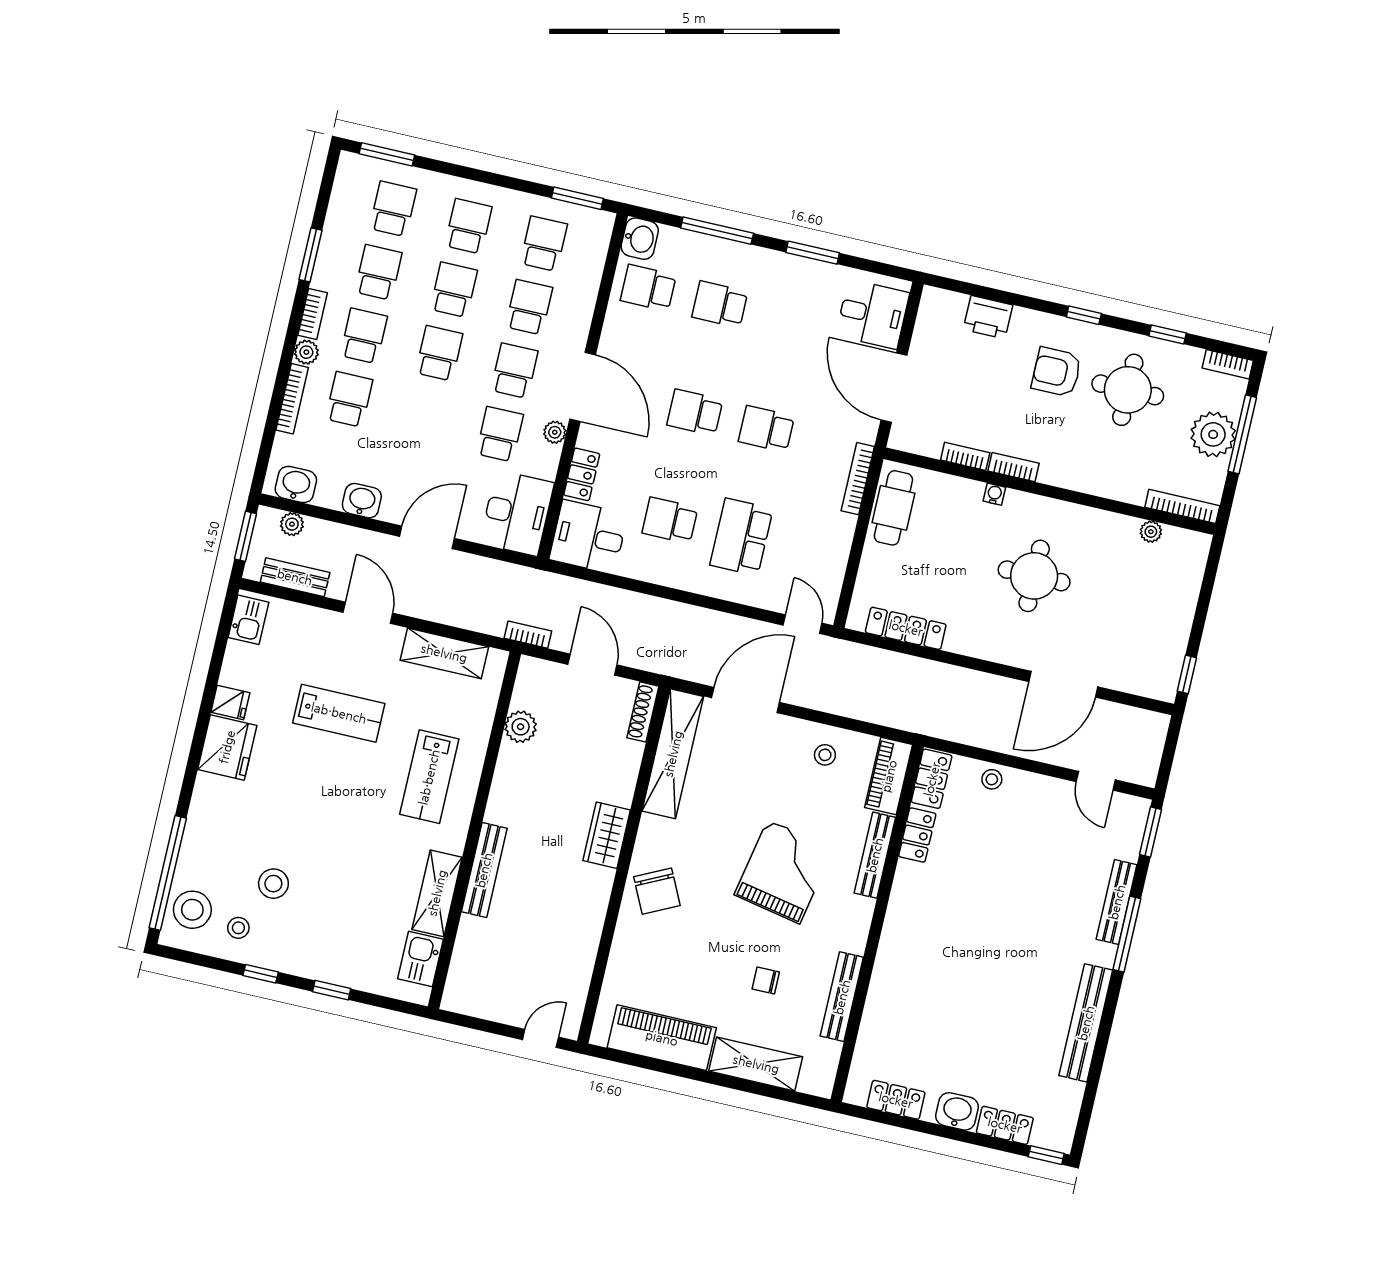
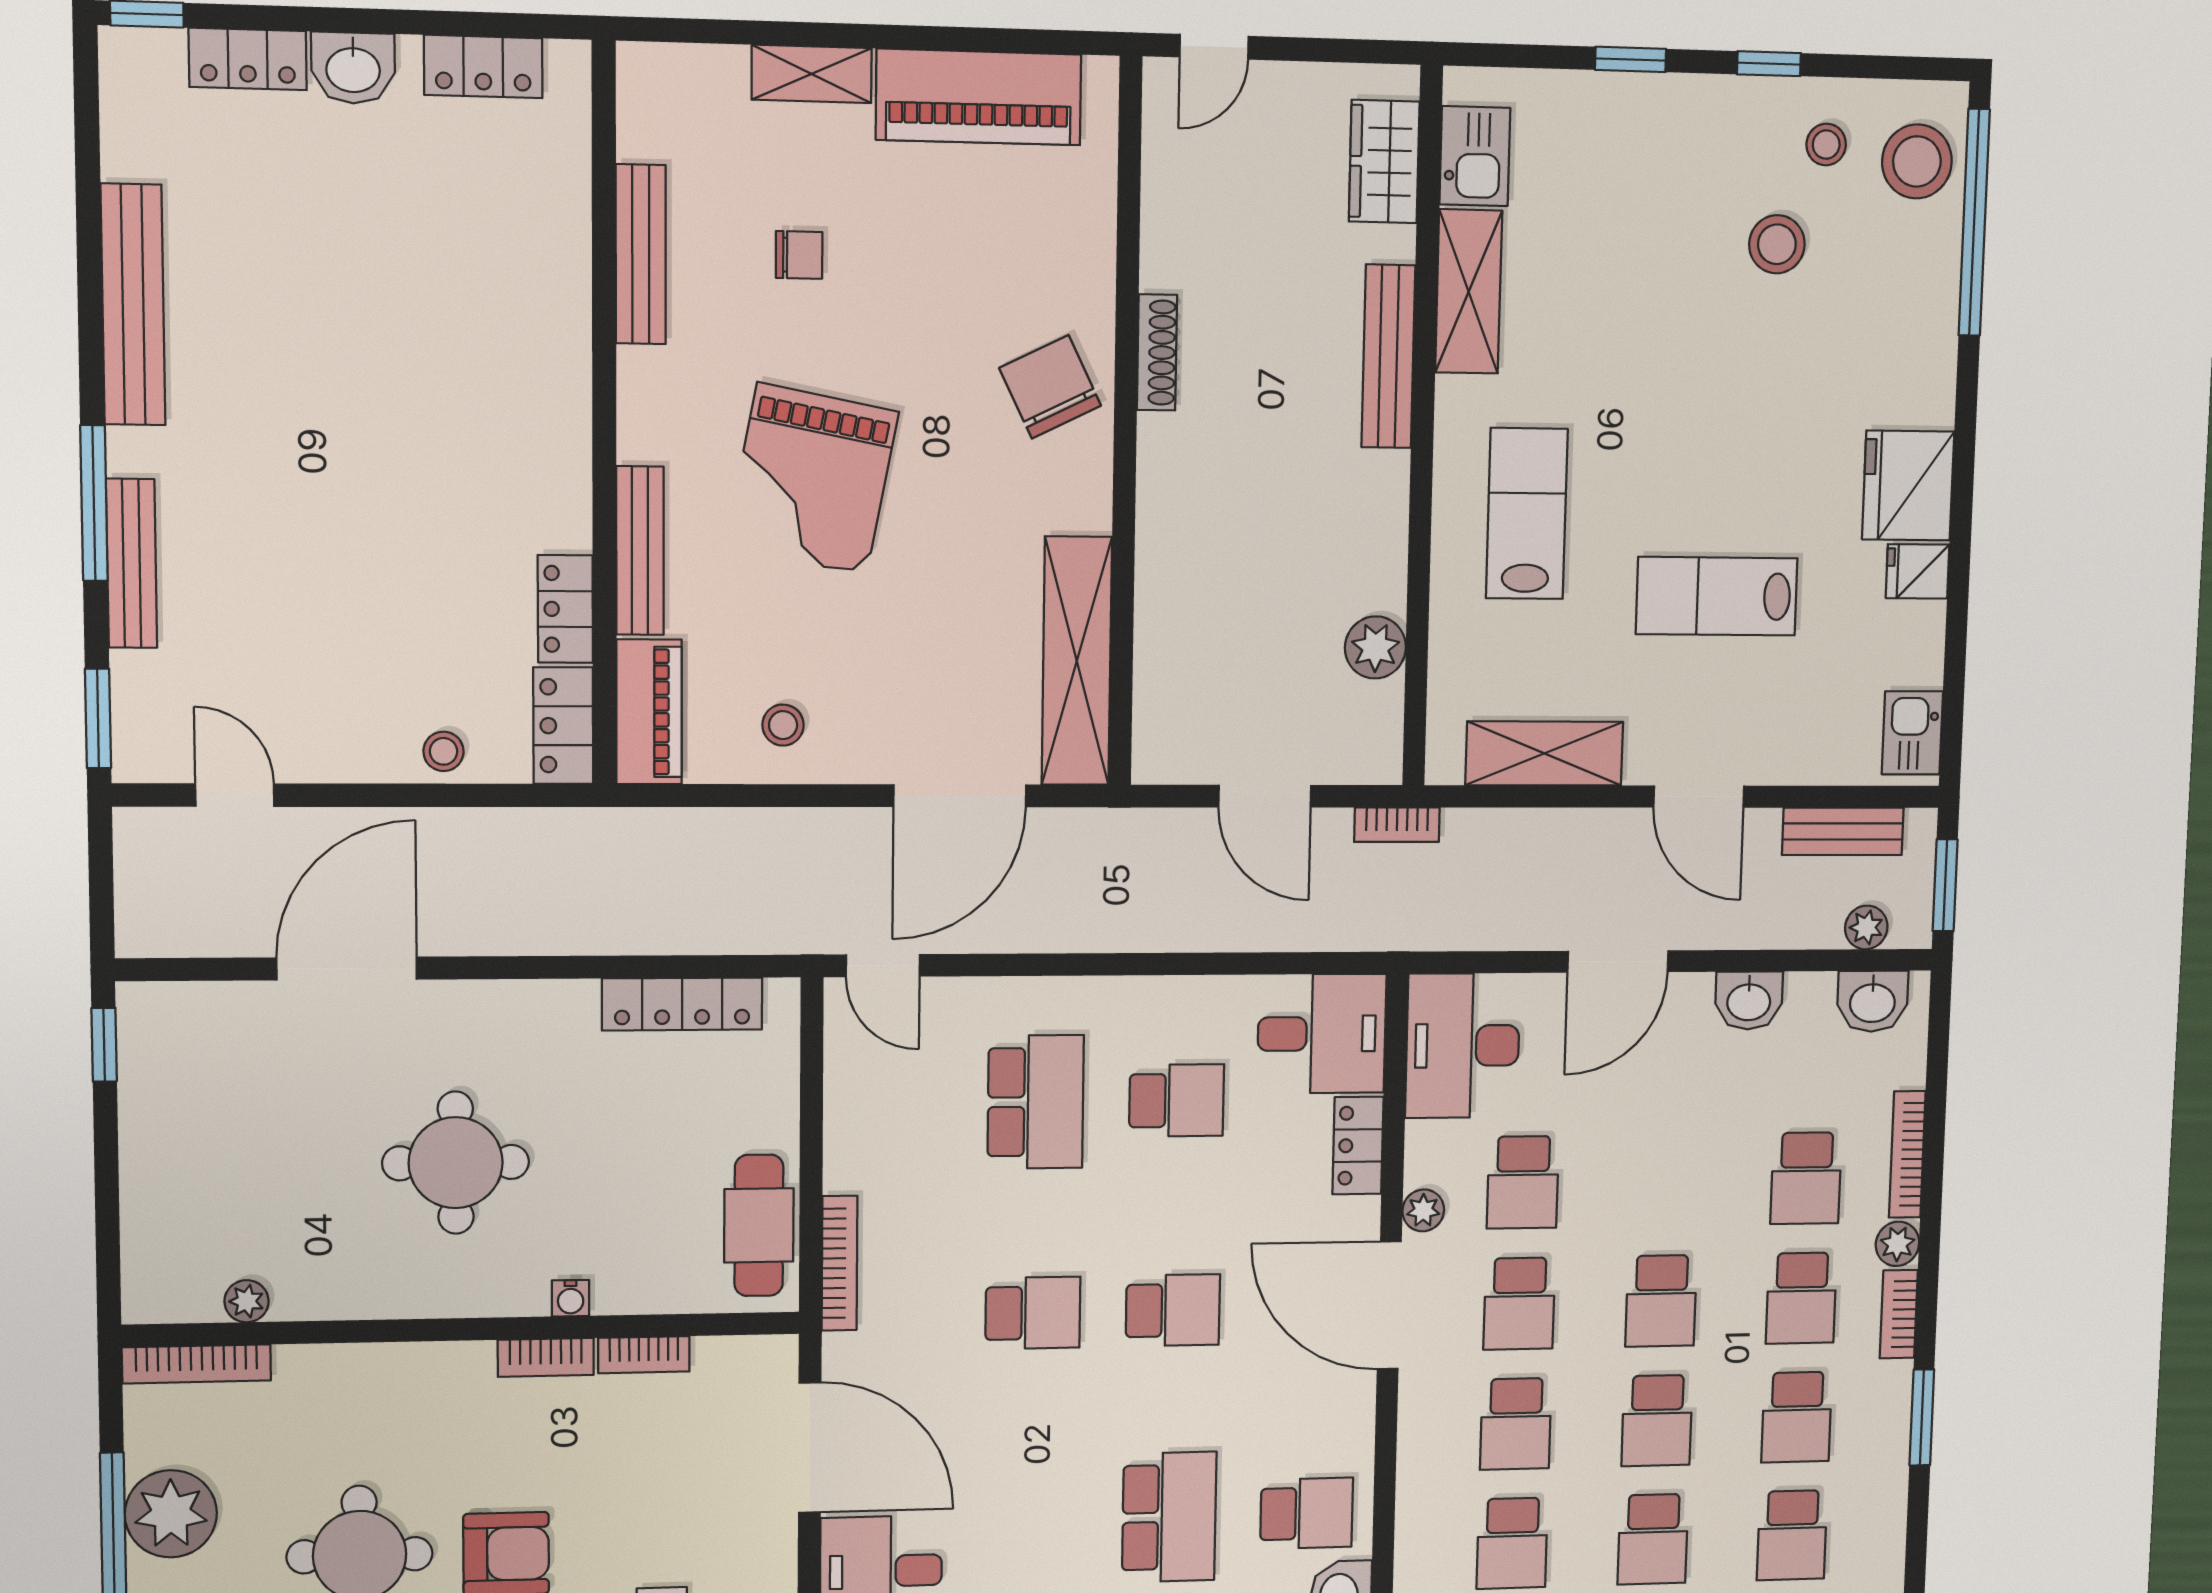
school desk: (720, 304) -> (1169, 1517), width x1.85
shoe rack: (643, 712) -> (1157, 352), moved
wardrobe: (607, 835) -> (1384, 162), moved, turned 180
shelving: (756, 1064) -> (812, 74), width x0.67, depth x0.75

